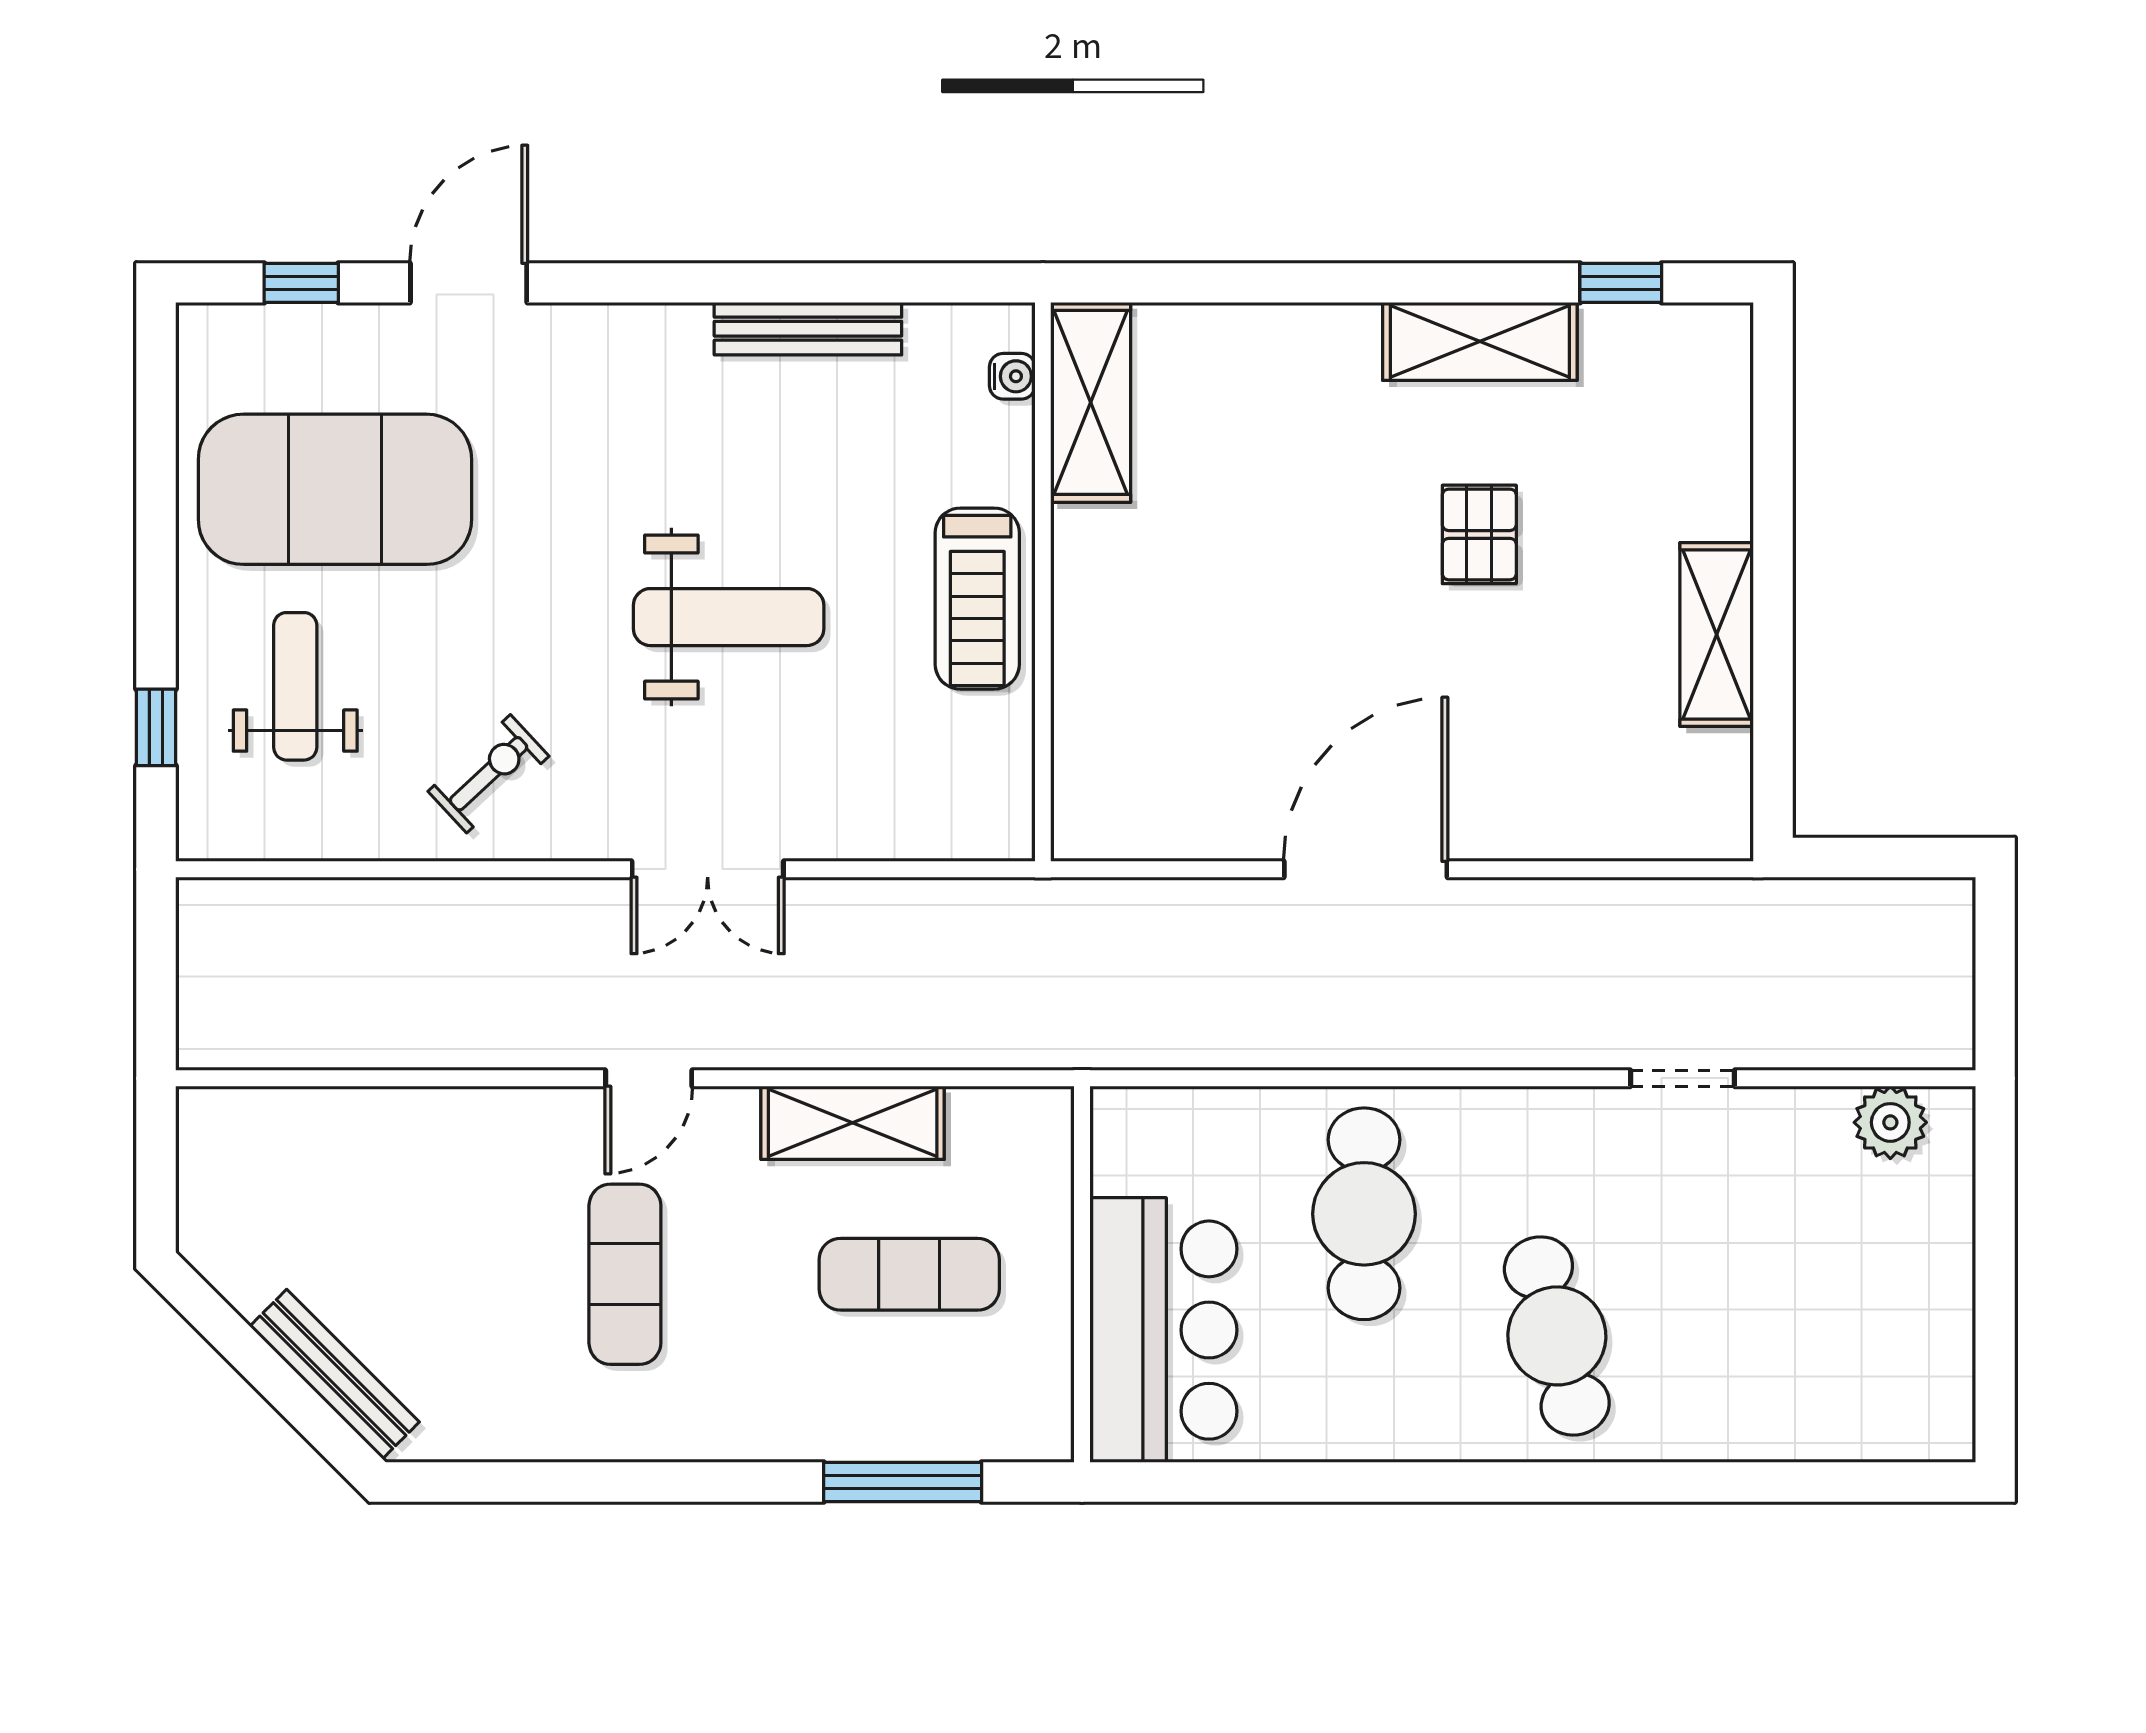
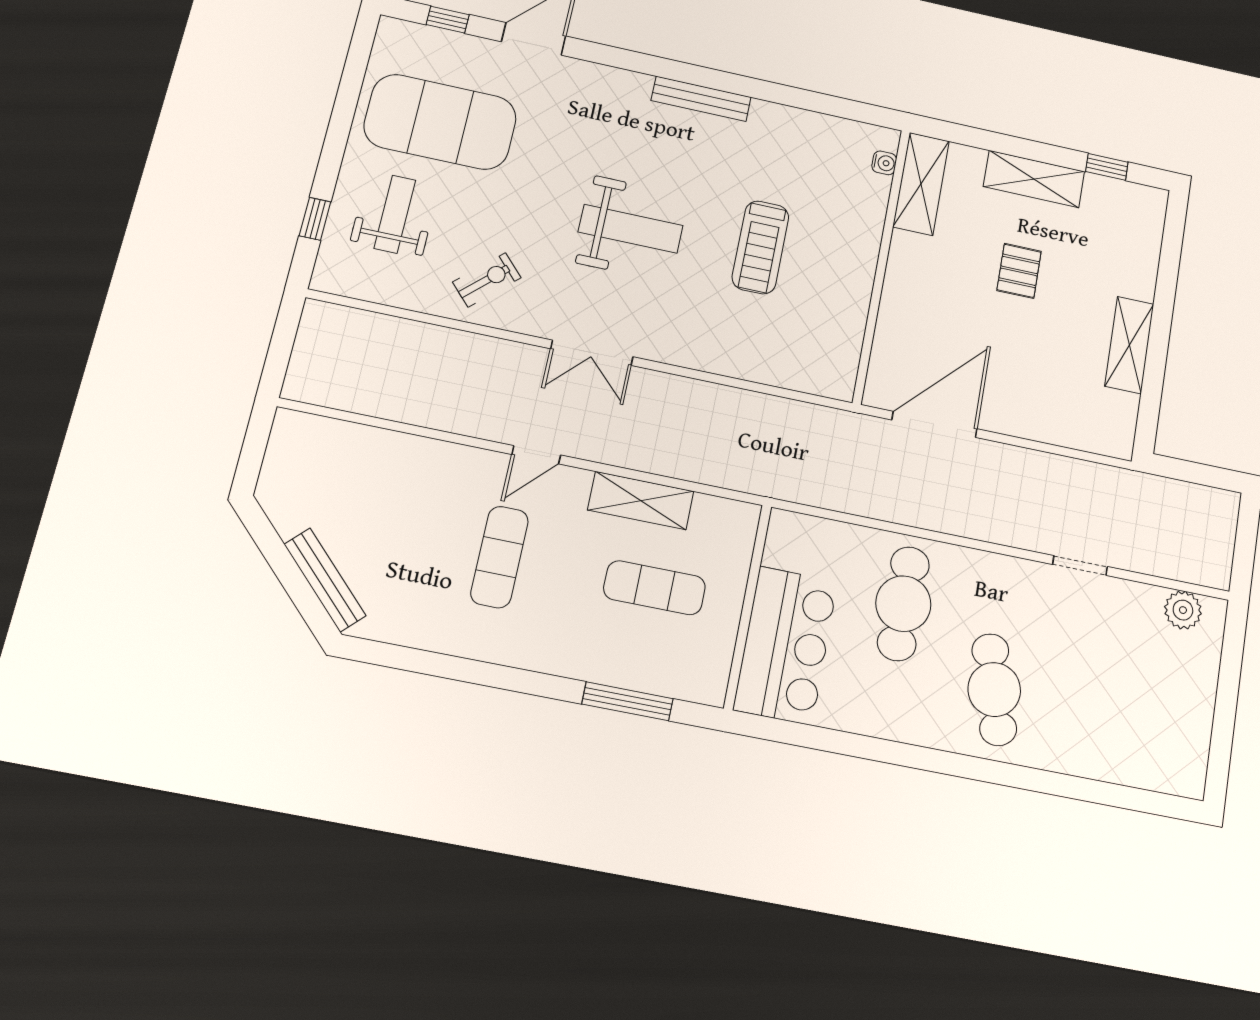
water cooler: (1012, 376) -> (884, 163), moved
shelving: (1091, 402) -> (921, 184), moved
wall: (1043, 582) -> (882, 265), moved

